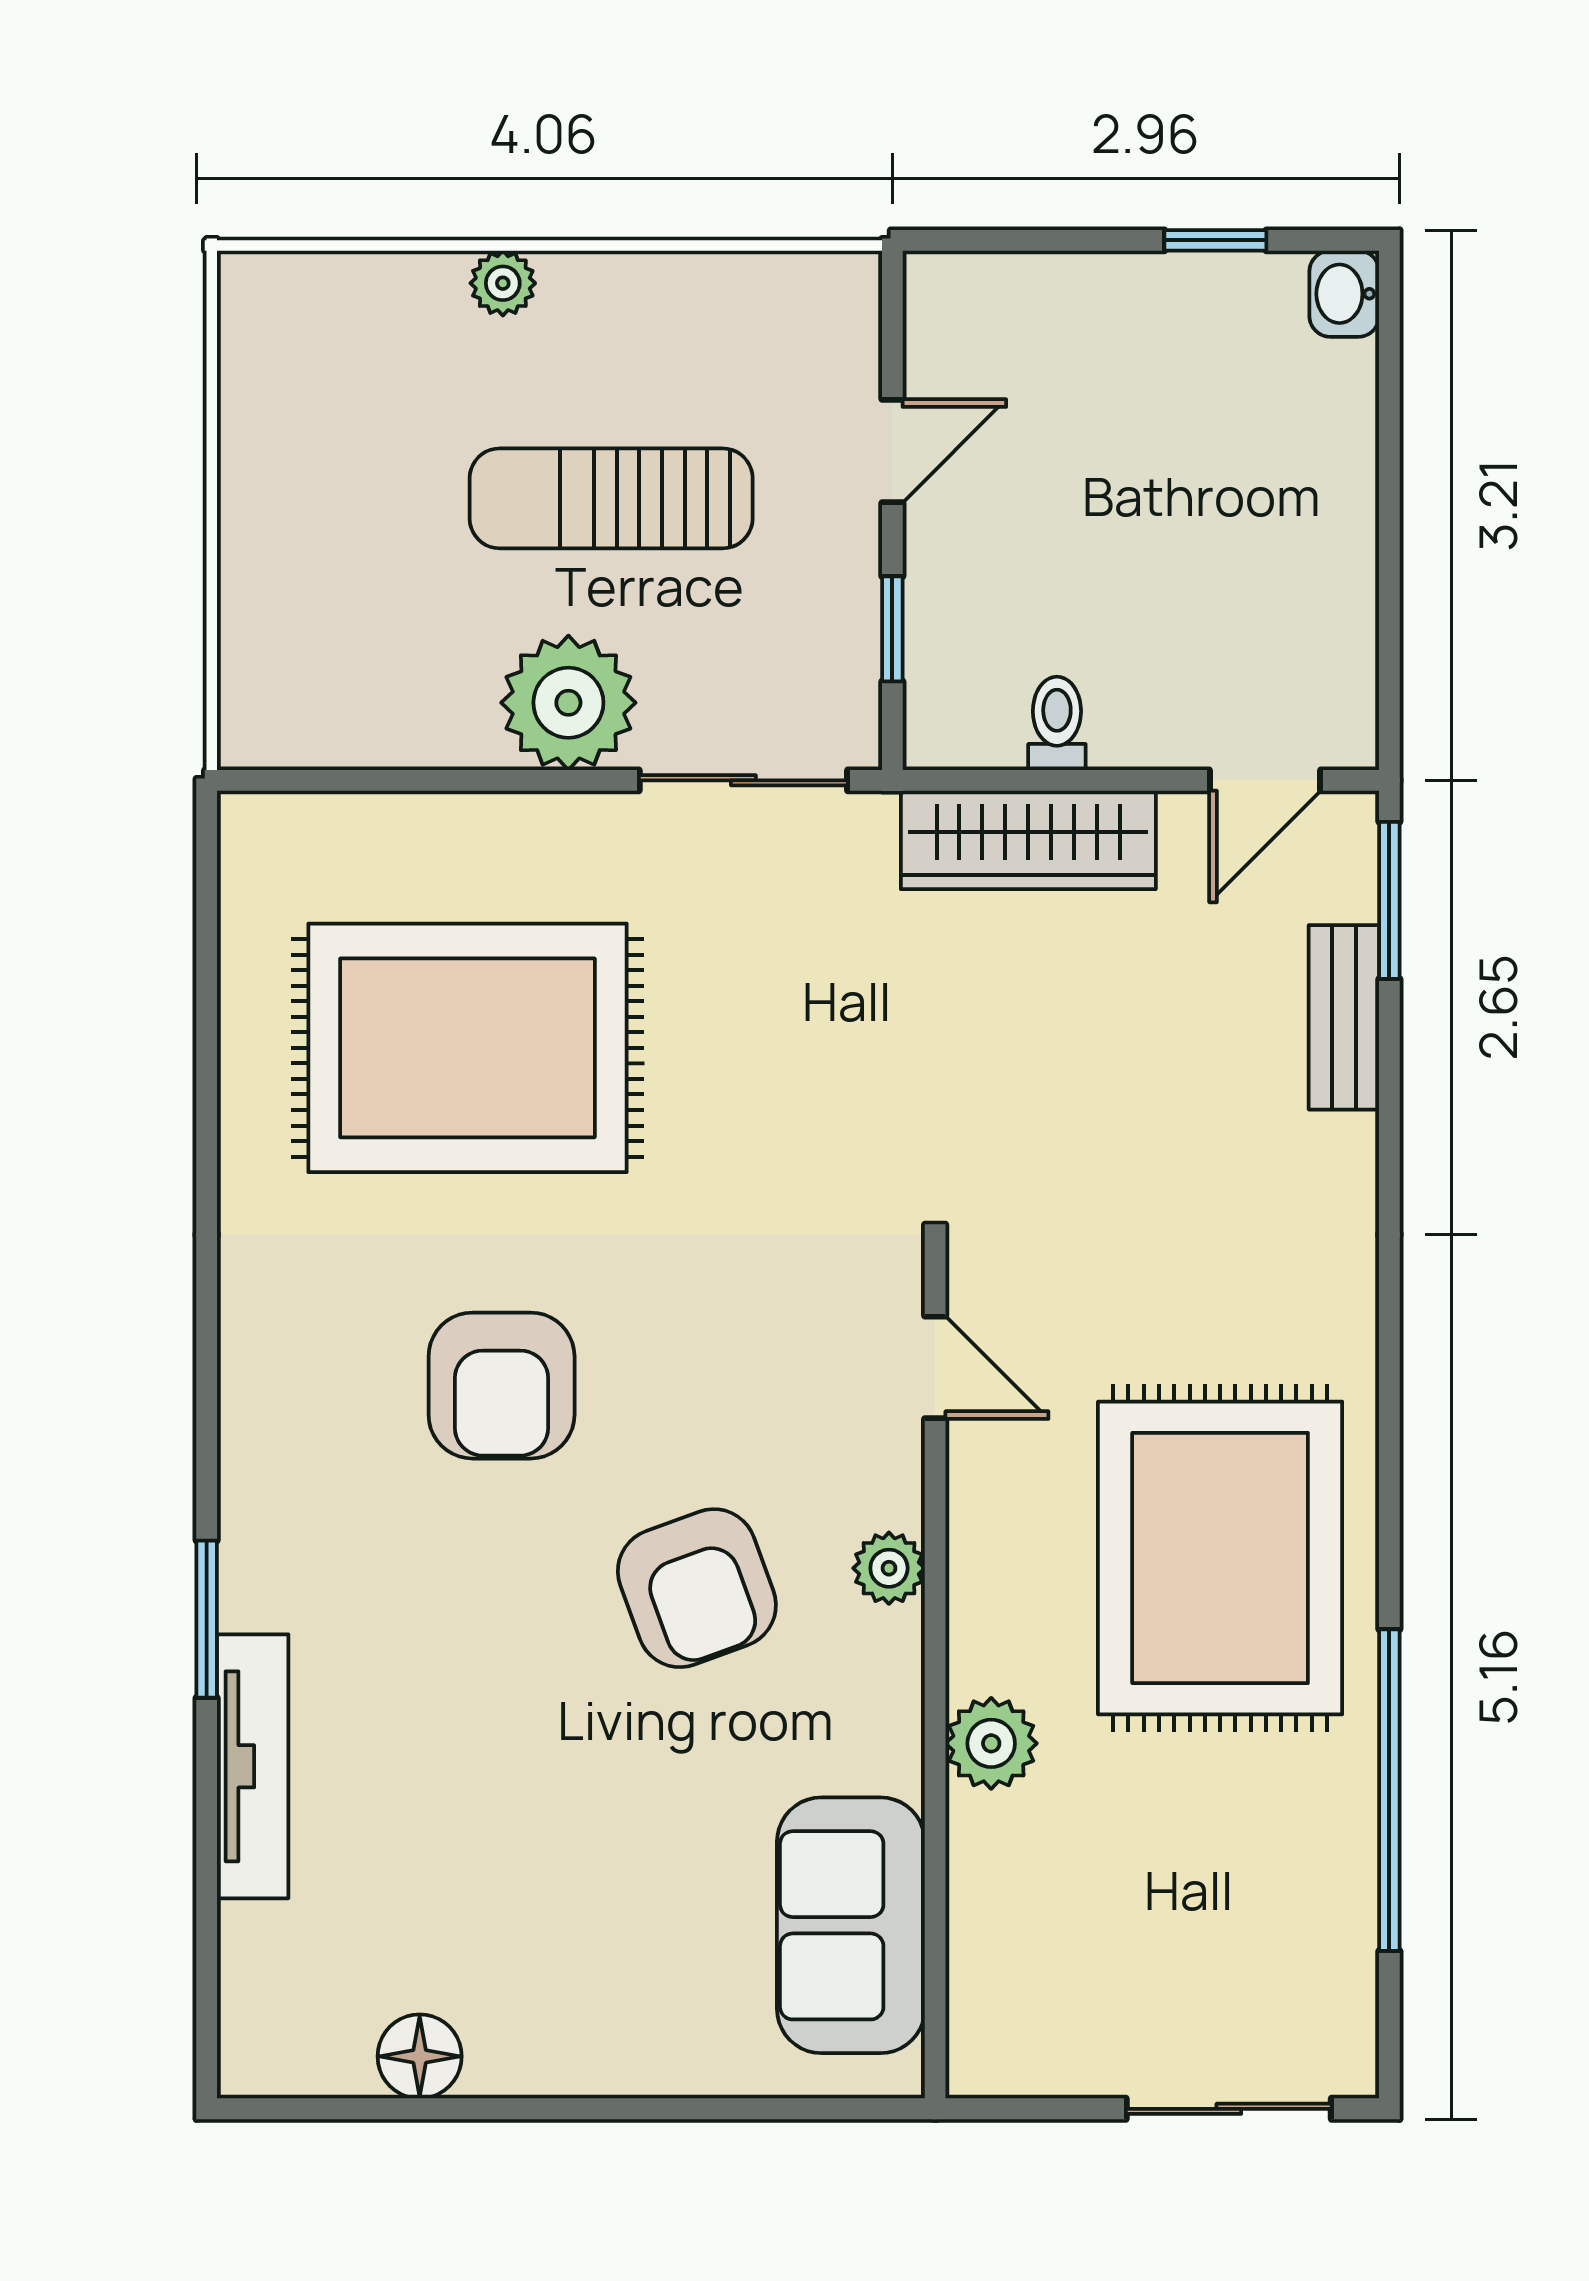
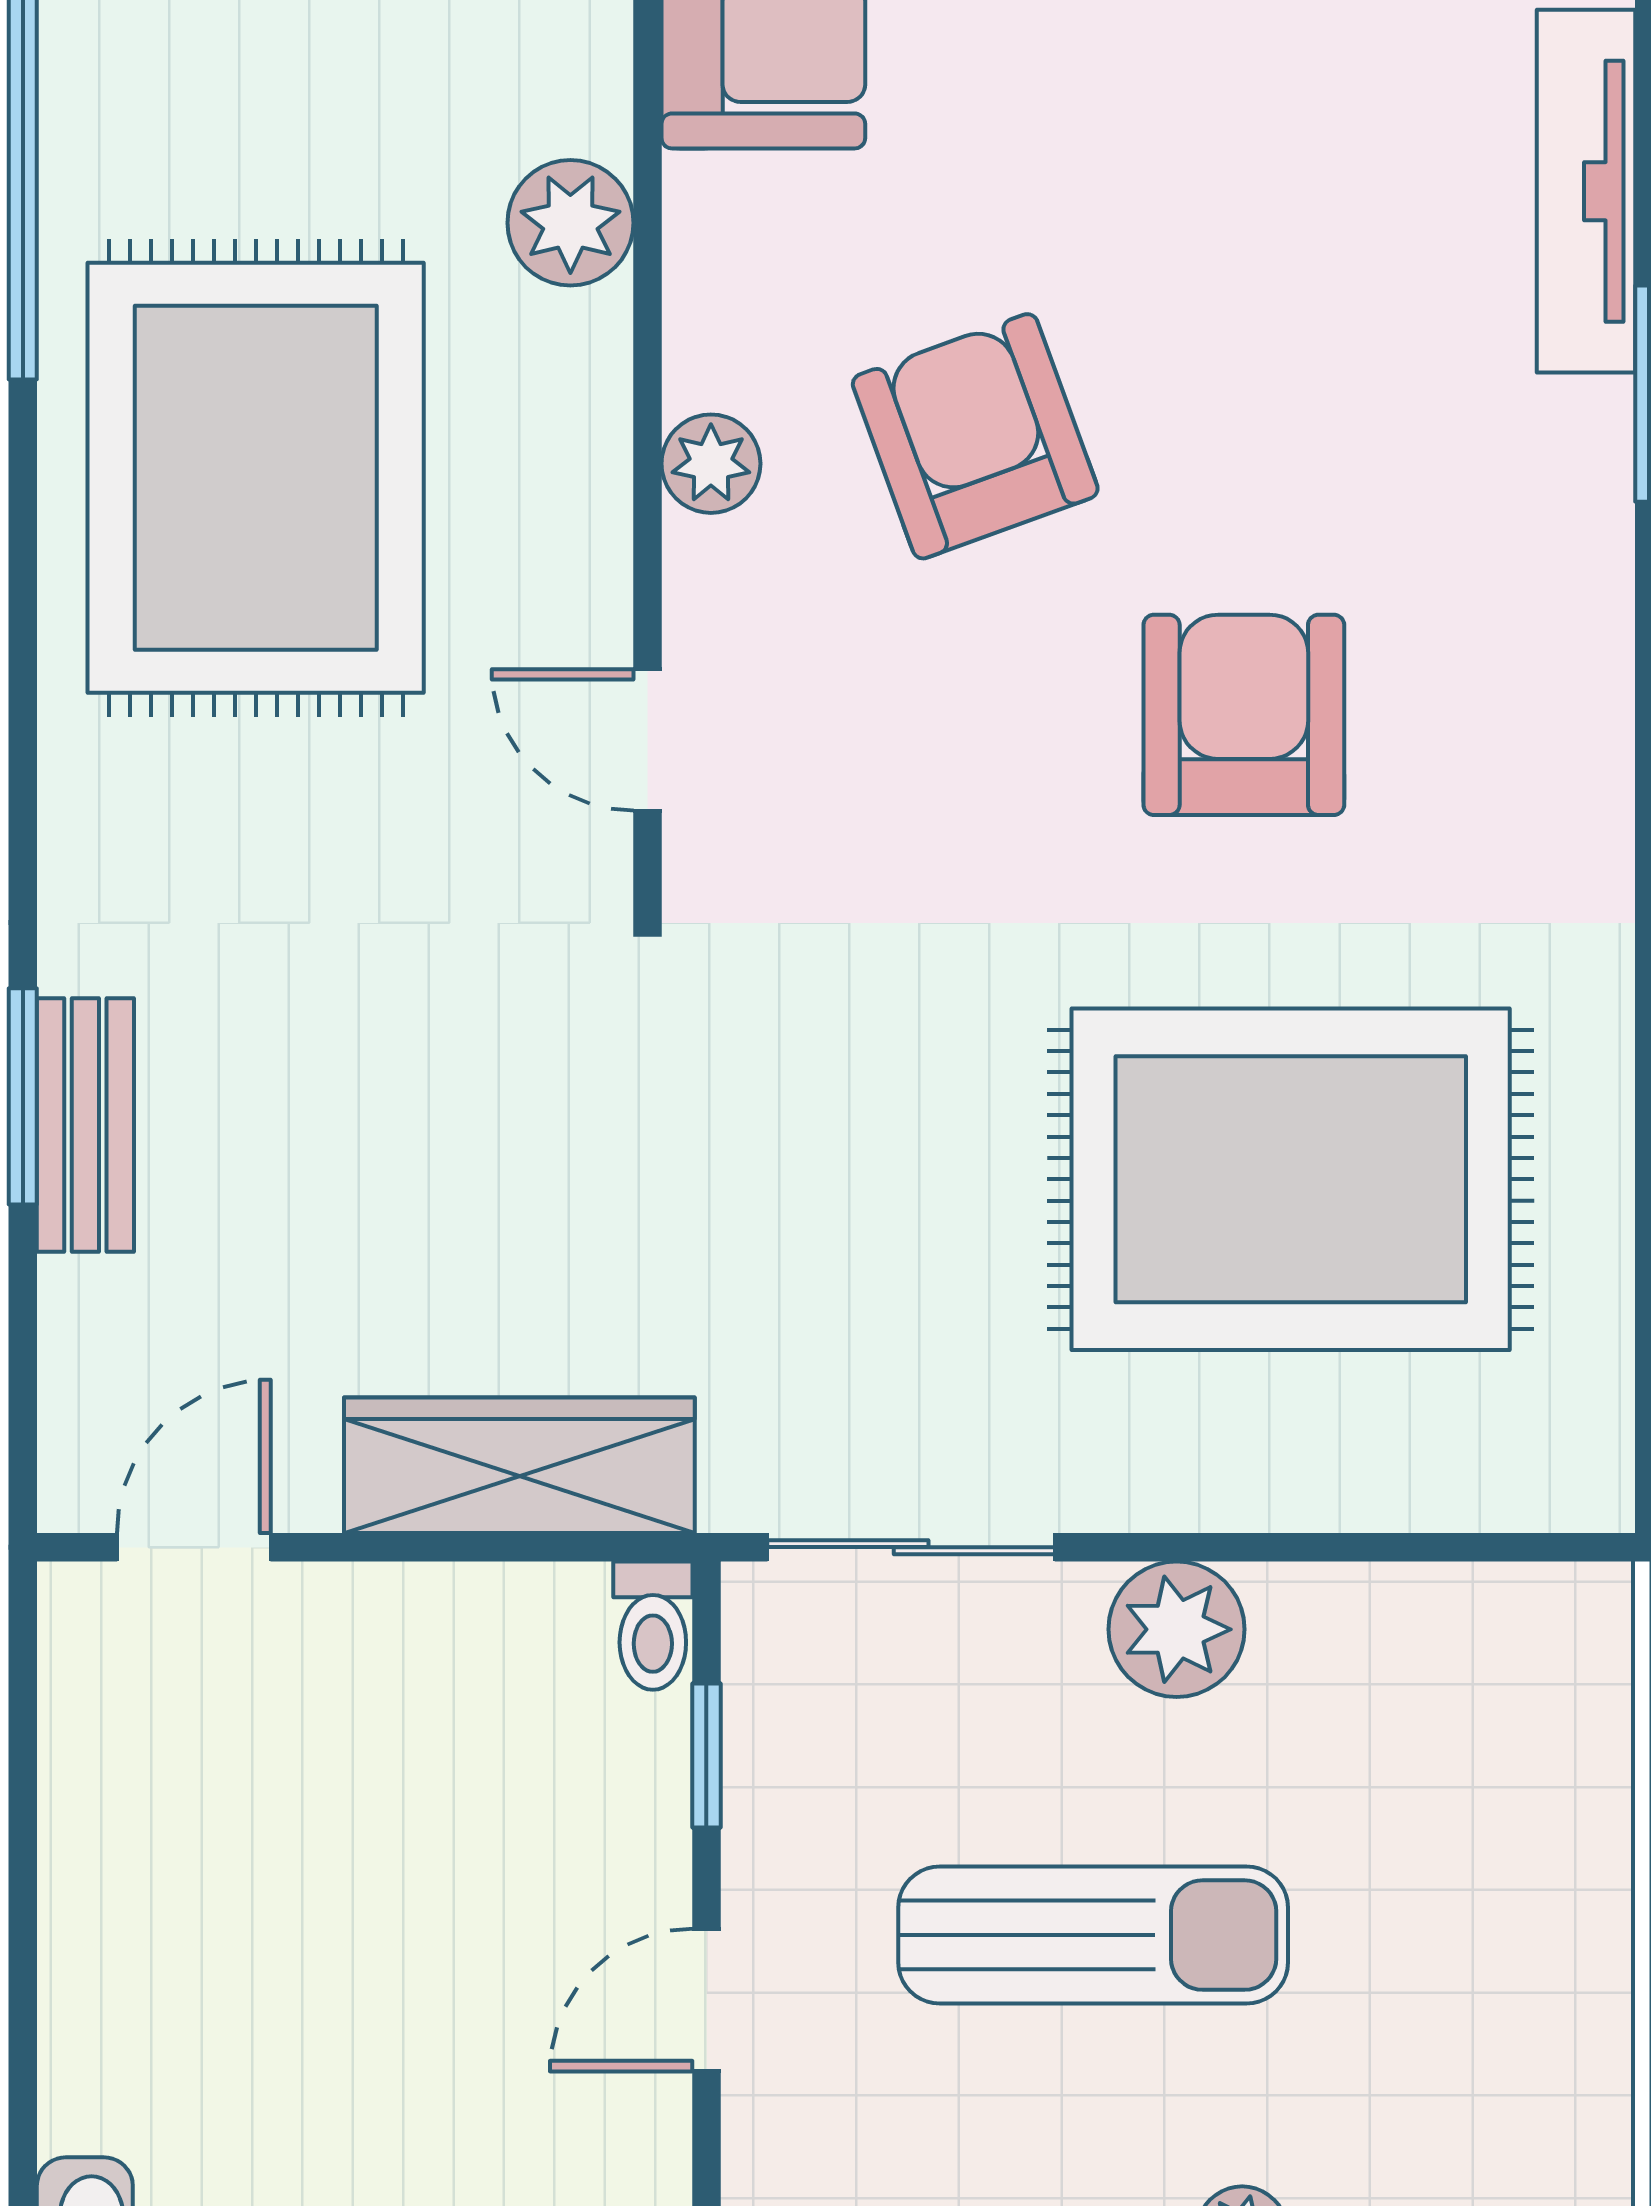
plant: (568, 703) -> (1177, 1629), width x0.73, depth x0.73
toilet: (1057, 723) -> (653, 1626), moved
window: (1389, 900) -> (23, 1096), moved
bench: (1344, 1017) -> (85, 1125), moved

